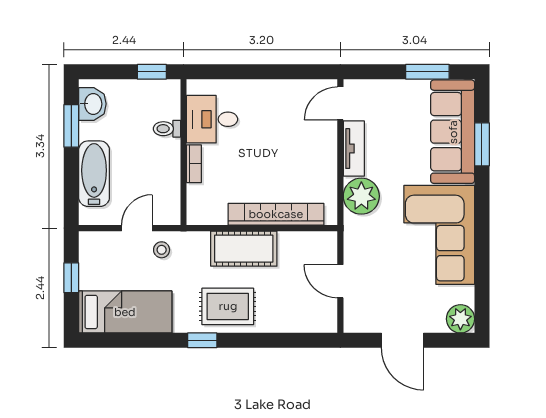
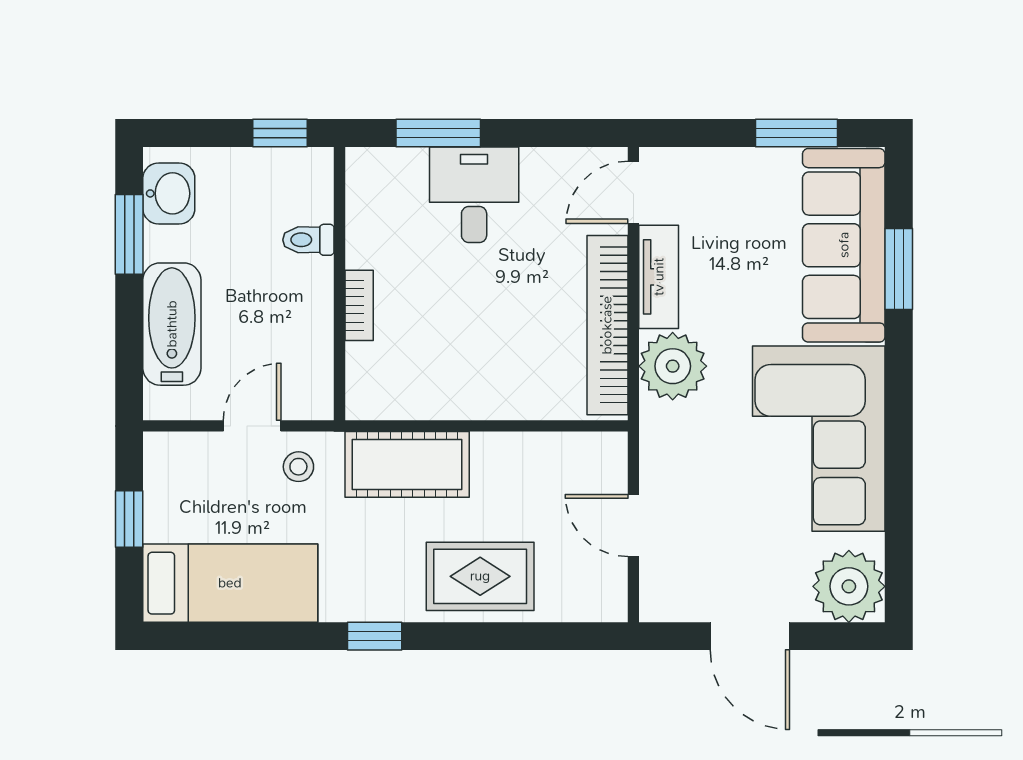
window: (236, 72) -> (438, 133), added
desk: (212, 119) -> (474, 195), moved, turned 90
bookcase: (276, 214) -> (607, 325), moved, turned -90
cot: (244, 249) -> (407, 464), moved
rug: (228, 306) -> (480, 576), moved
plant: (460, 319) -> (849, 586), width x1.36, depth x1.36

